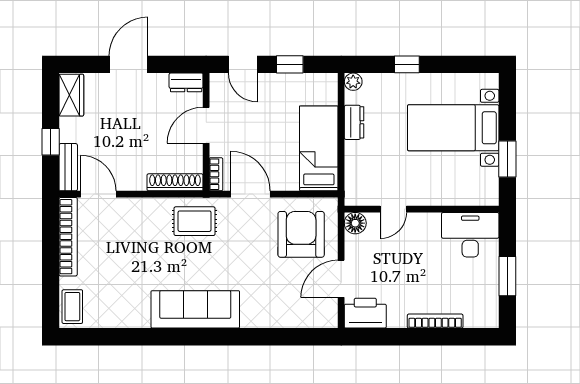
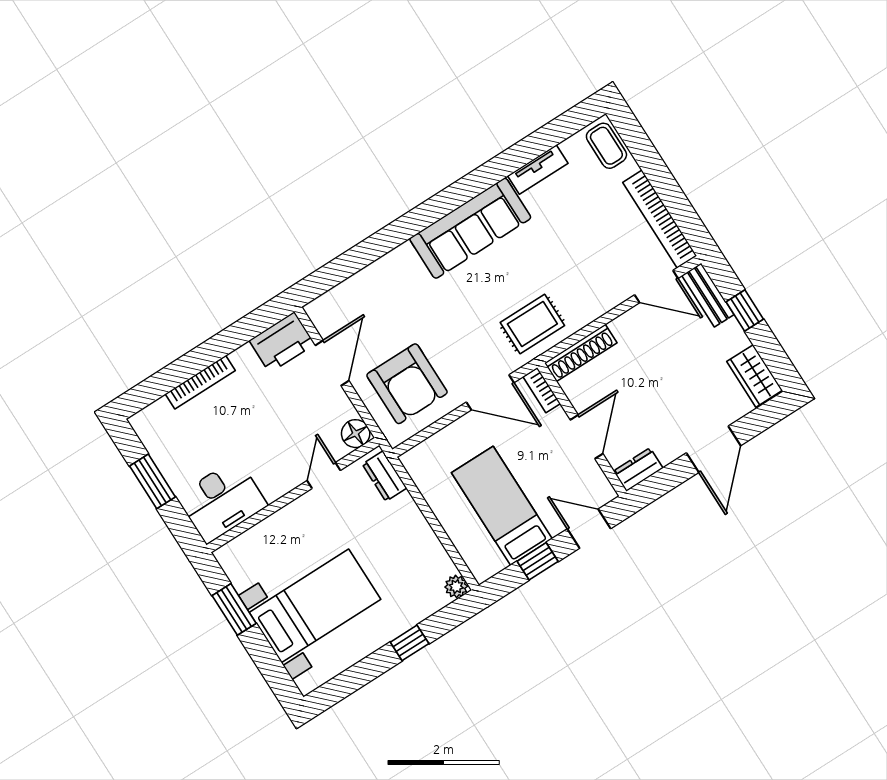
dresser: (354, 122) -> (385, 476), moved
bed: (319, 148) -> (502, 506), moved, turned 180
tv unit: (127, 320) -> (538, 169), added

